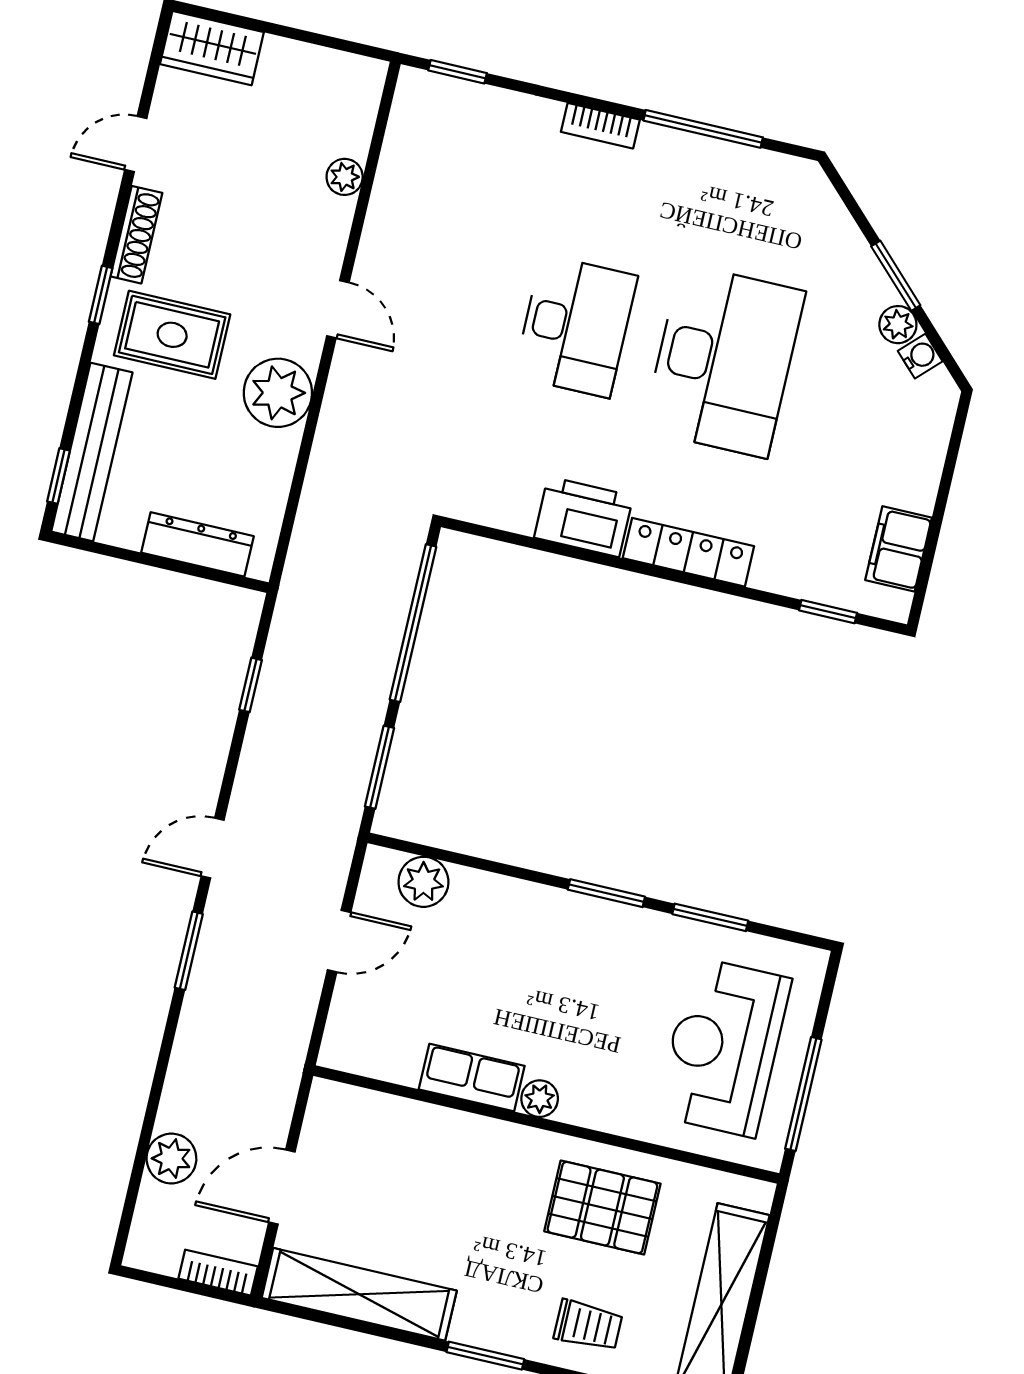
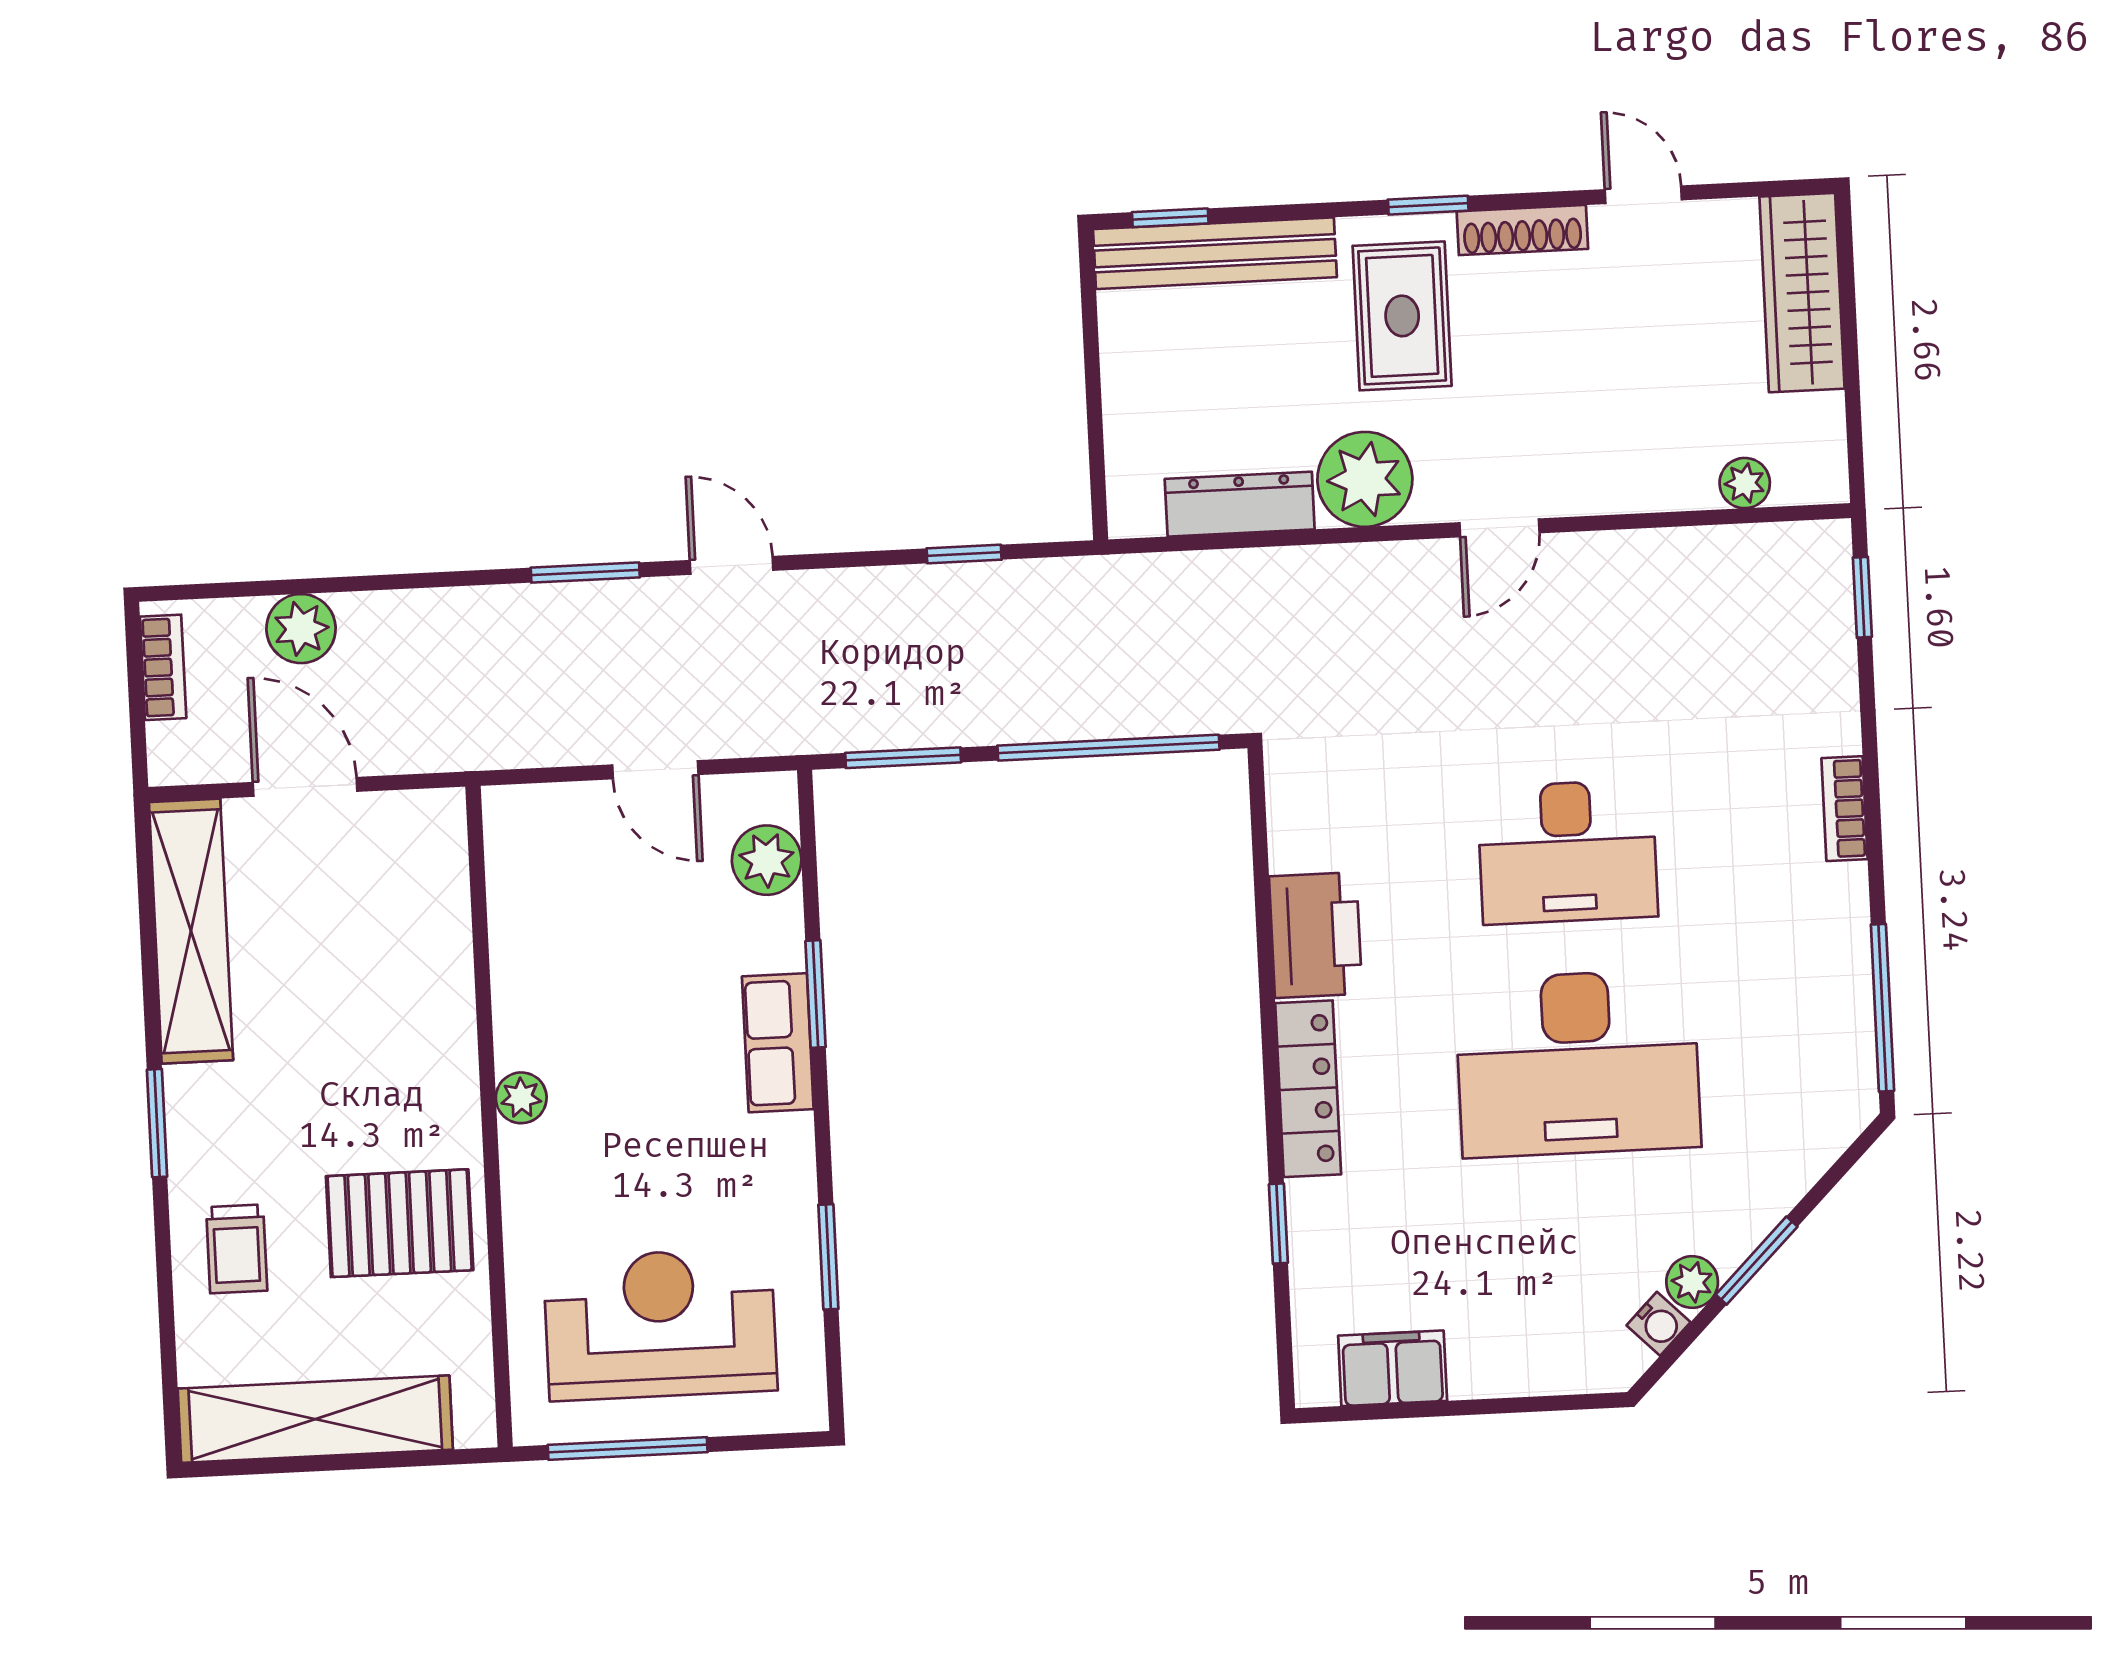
wardrobe: (212, 48) -> (1802, 293), width x1.50
window: (703, 129) -> (1882, 1008), moved
plant: (345, 177) -> (1745, 483), moved
dresser: (198, 544) -> (1240, 504), moved, turned -90
window: (828, 612) -> (1278, 1224), moved
window: (606, 893) -> (816, 994), moved
row of seats: (472, 1078) -> (778, 1043), moved, turned 180
pallet: (602, 1208) -> (400, 1223), turned 90
bookcase: (218, 1273) -> (163, 667), moved

